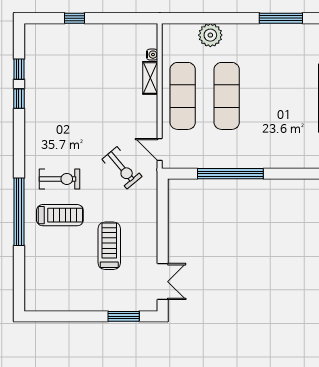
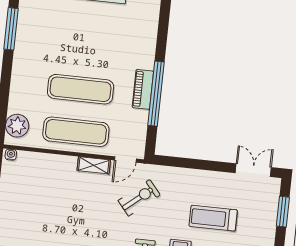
plant: (210, 35) -> (17, 126), moved
water cooler: (152, 55) -> (11, 155), moved
shelving: (150, 78) -> (94, 165), moved
piano: (233, 160) -> (143, 89), added

